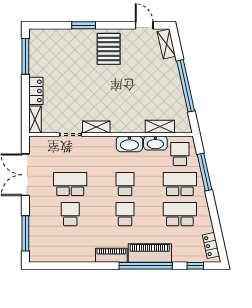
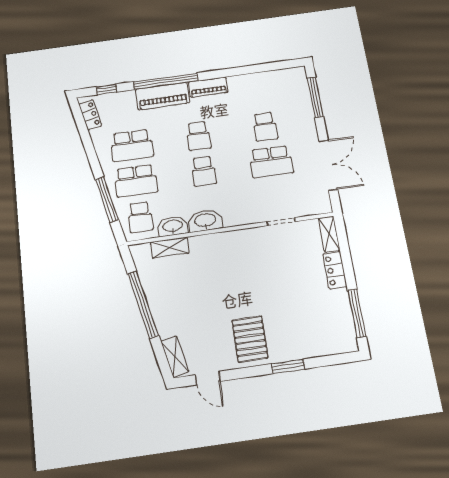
shelving: (96, 127) -> (250, 236), removed

